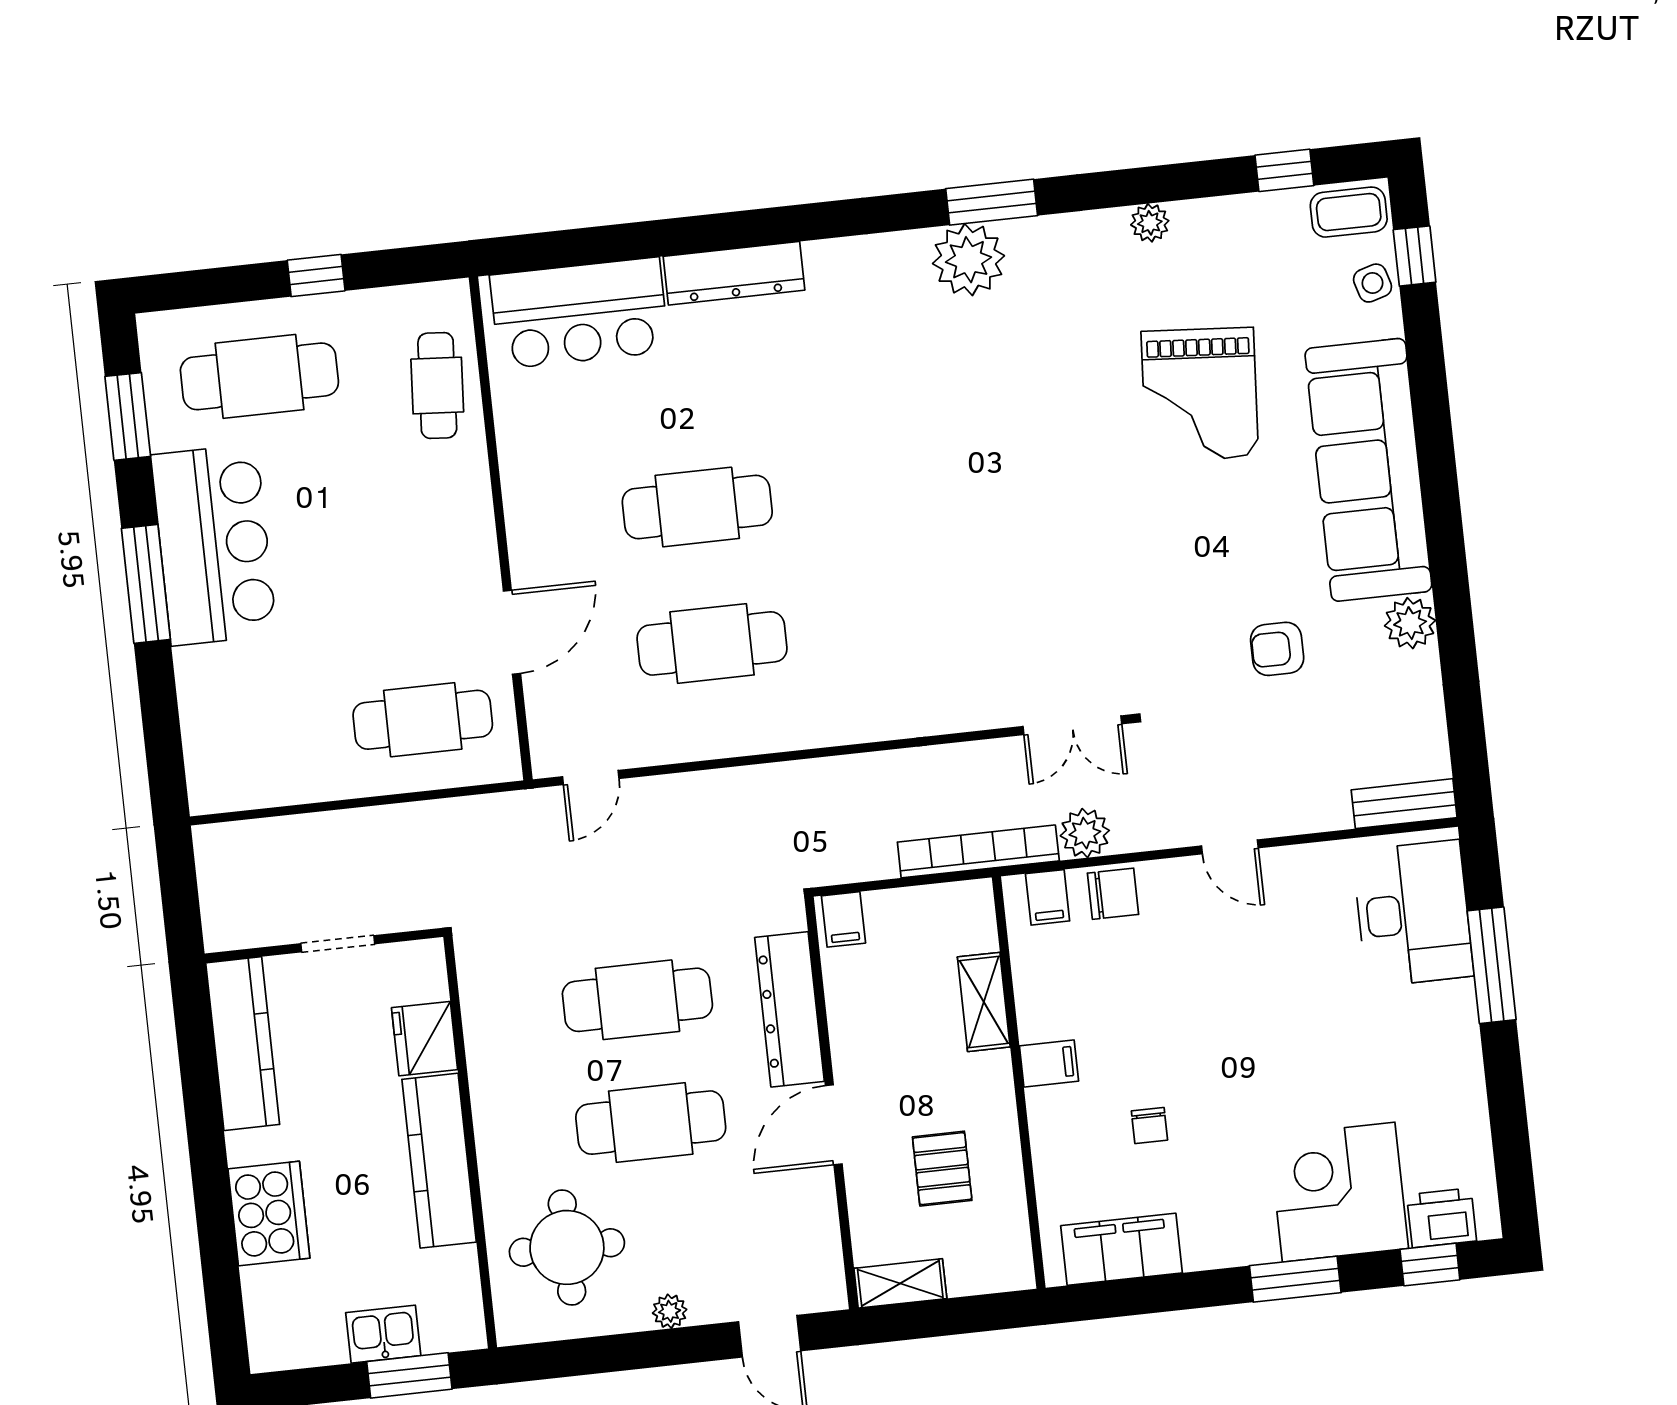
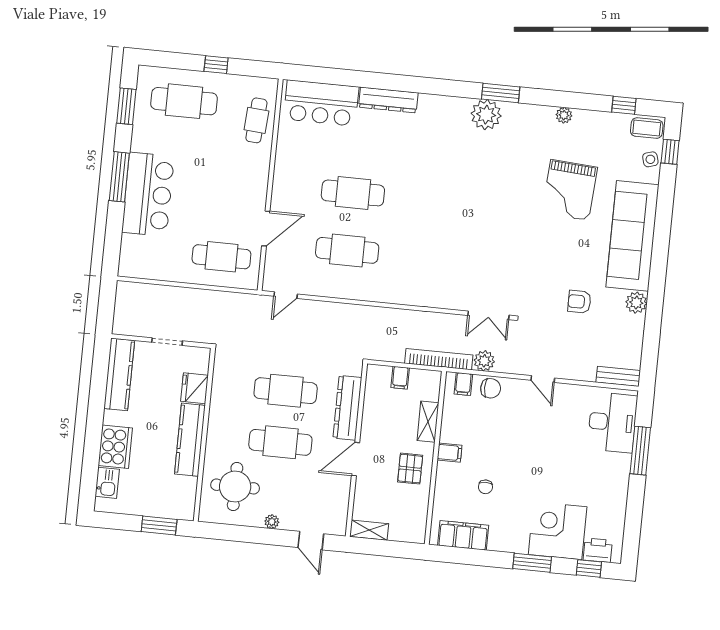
bar counter: (214, 545) -> (148, 194), moved
filing cabinet: (843, 919) -> (400, 378), moved
pallet: (942, 1169) -> (410, 469), moved
kitchen sink: (383, 1334) -> (107, 483), moved, turned 90

